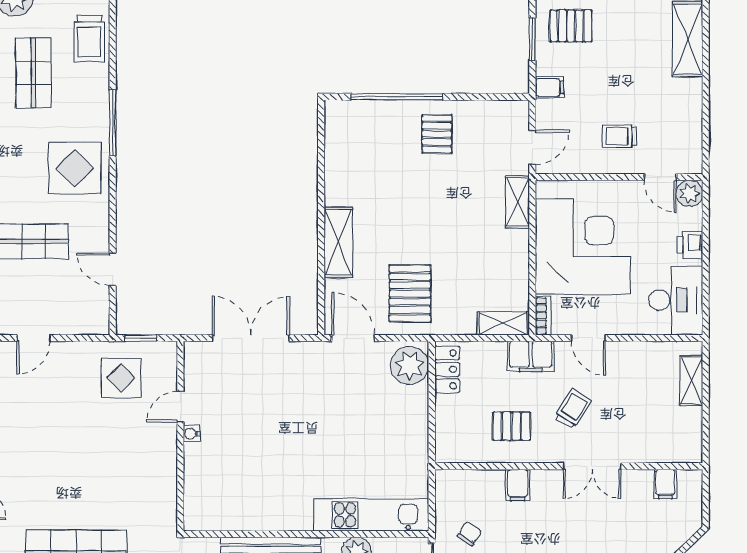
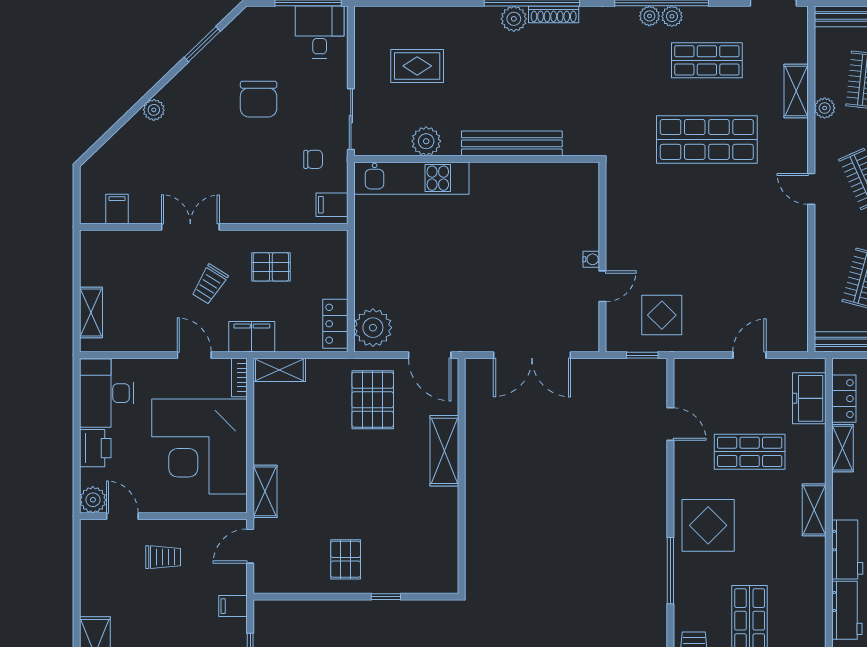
window: (397, 97) -> (386, 597), width x0.32
printer: (690, 245) -> (95, 448), width x1.36, depth x1.24
filing cabinet: (518, 485) -> (332, 205), moved, turned -90
chair: (469, 534) -> (313, 159), turned -123

